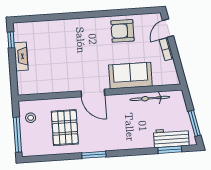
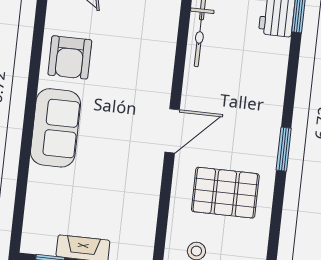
sofa: (130, 76) -> (55, 128), moved, turned 180

